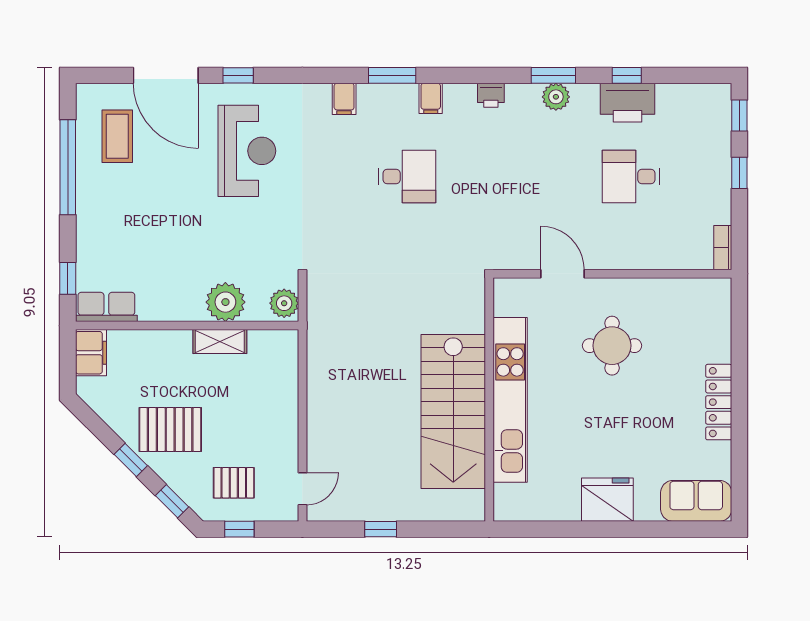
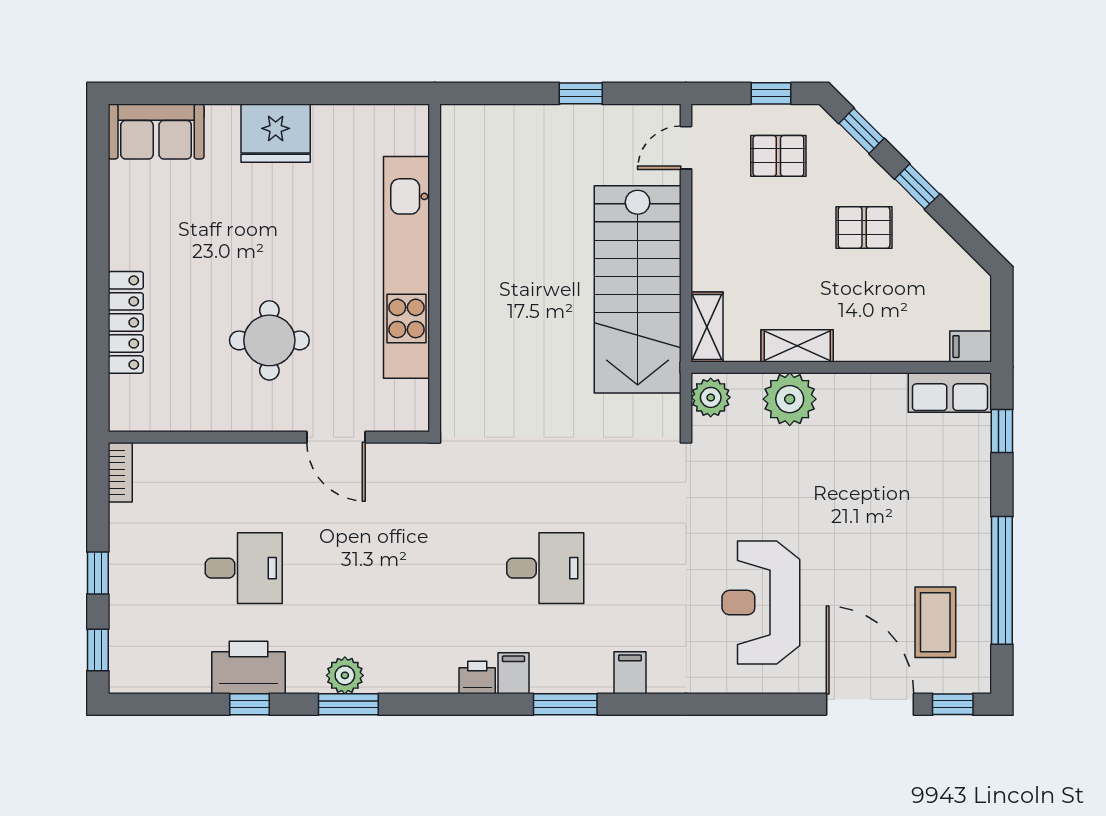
window: (238, 75) -> (953, 704), moved
printer: (491, 95) -> (477, 677), moved
desk: (407, 176) -> (545, 568), turned 180
filing cabinet: (91, 353) -> (971, 347), width x0.50
shelving: (287, 356) -> (707, 327), added
locker: (719, 402) -> (126, 322), moved
stairs: (453, 412) -> (638, 289), moved, turned 180
pallet: (170, 430) -> (864, 227), width x0.67, depth x0.71

